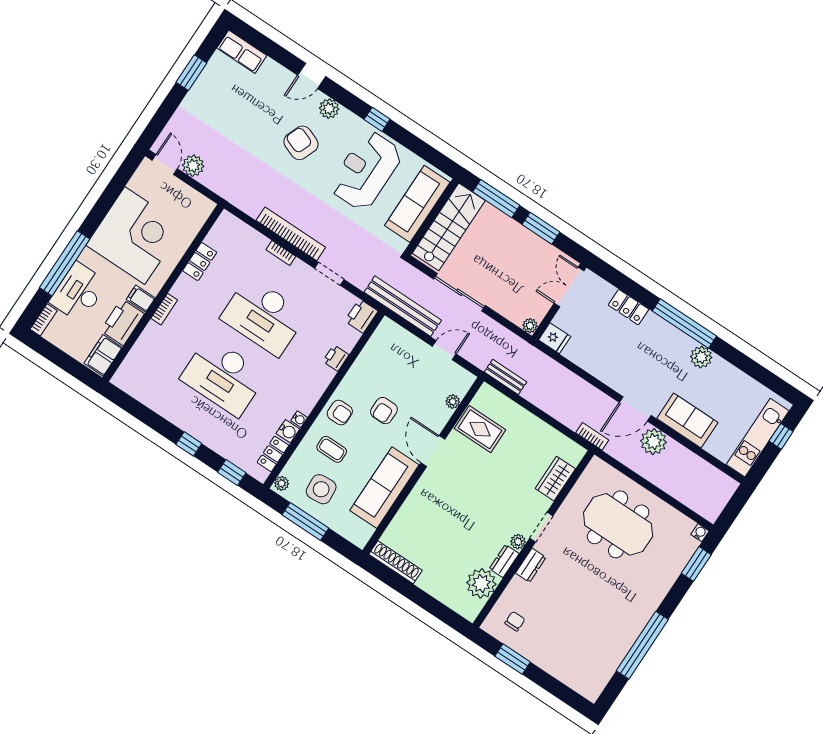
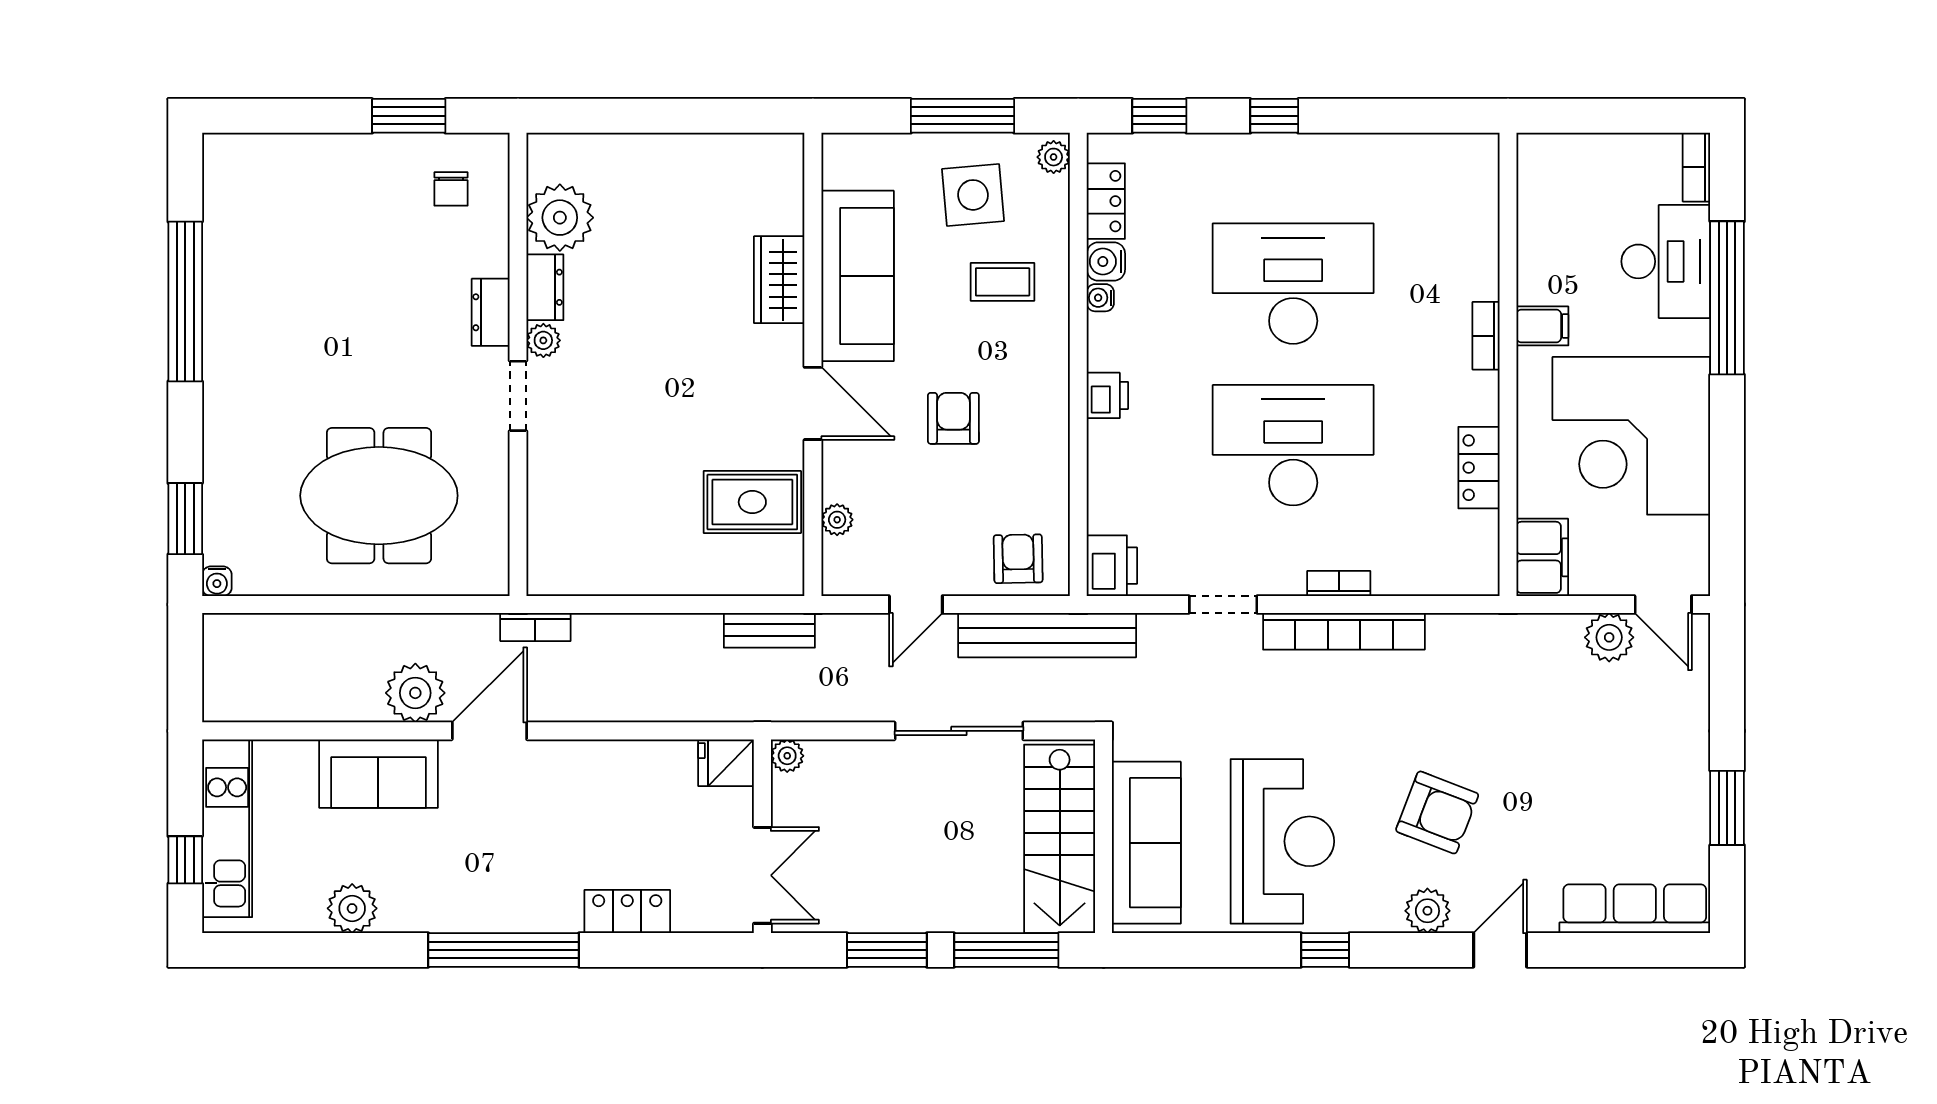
row of seats: (242, 52) -> (1635, 909), width x1.48
printer: (122, 322) -> (1547, 260), removed
filing cabinet: (103, 355) -> (1542, 557), moved
plant: (701, 357) -> (352, 908), moved
printer: (336, 358) -> (1107, 395), moved
armchair: (340, 412) -> (1018, 559), moved, turned 89
wardrobe: (555, 479) -> (779, 280), moved, turned 180
shoe rack: (395, 562) -> (745, 151), removed

